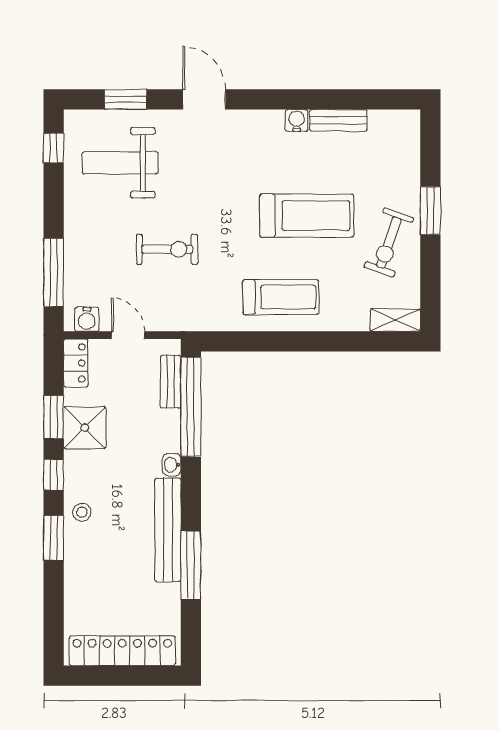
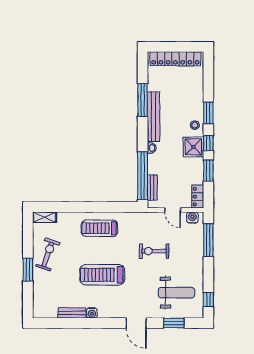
treadmill: (307, 216) -> (102, 275), moved
shower: (85, 428) -> (193, 147), moved

